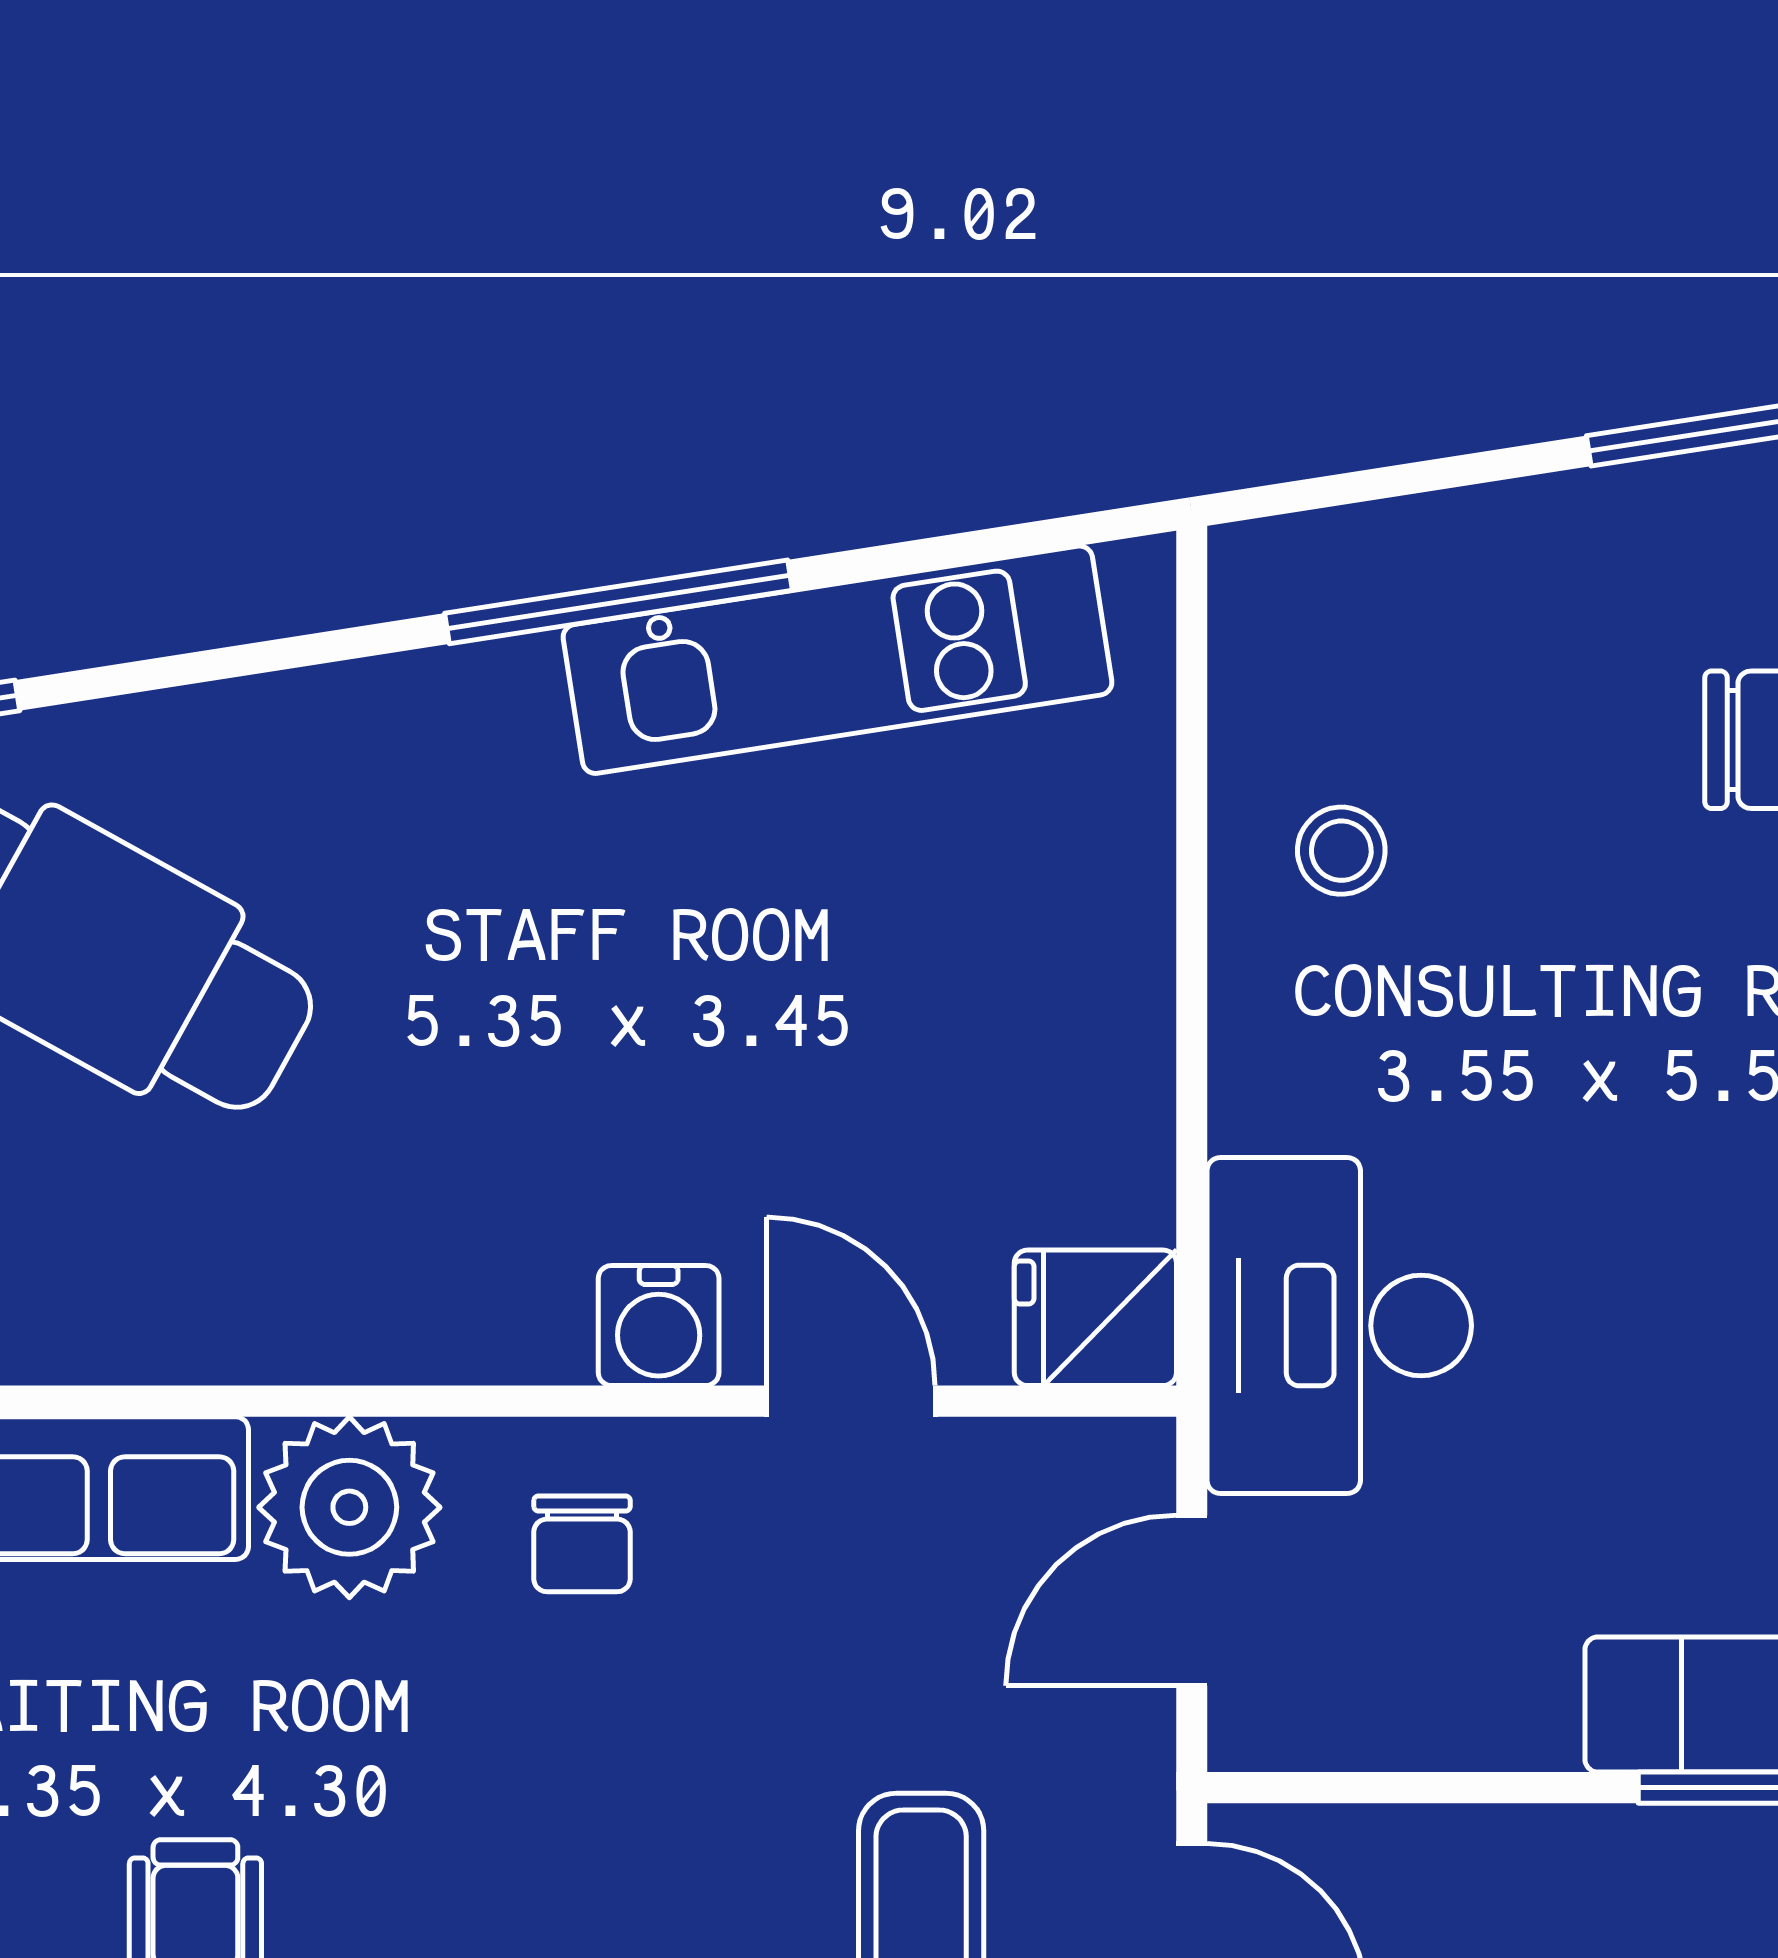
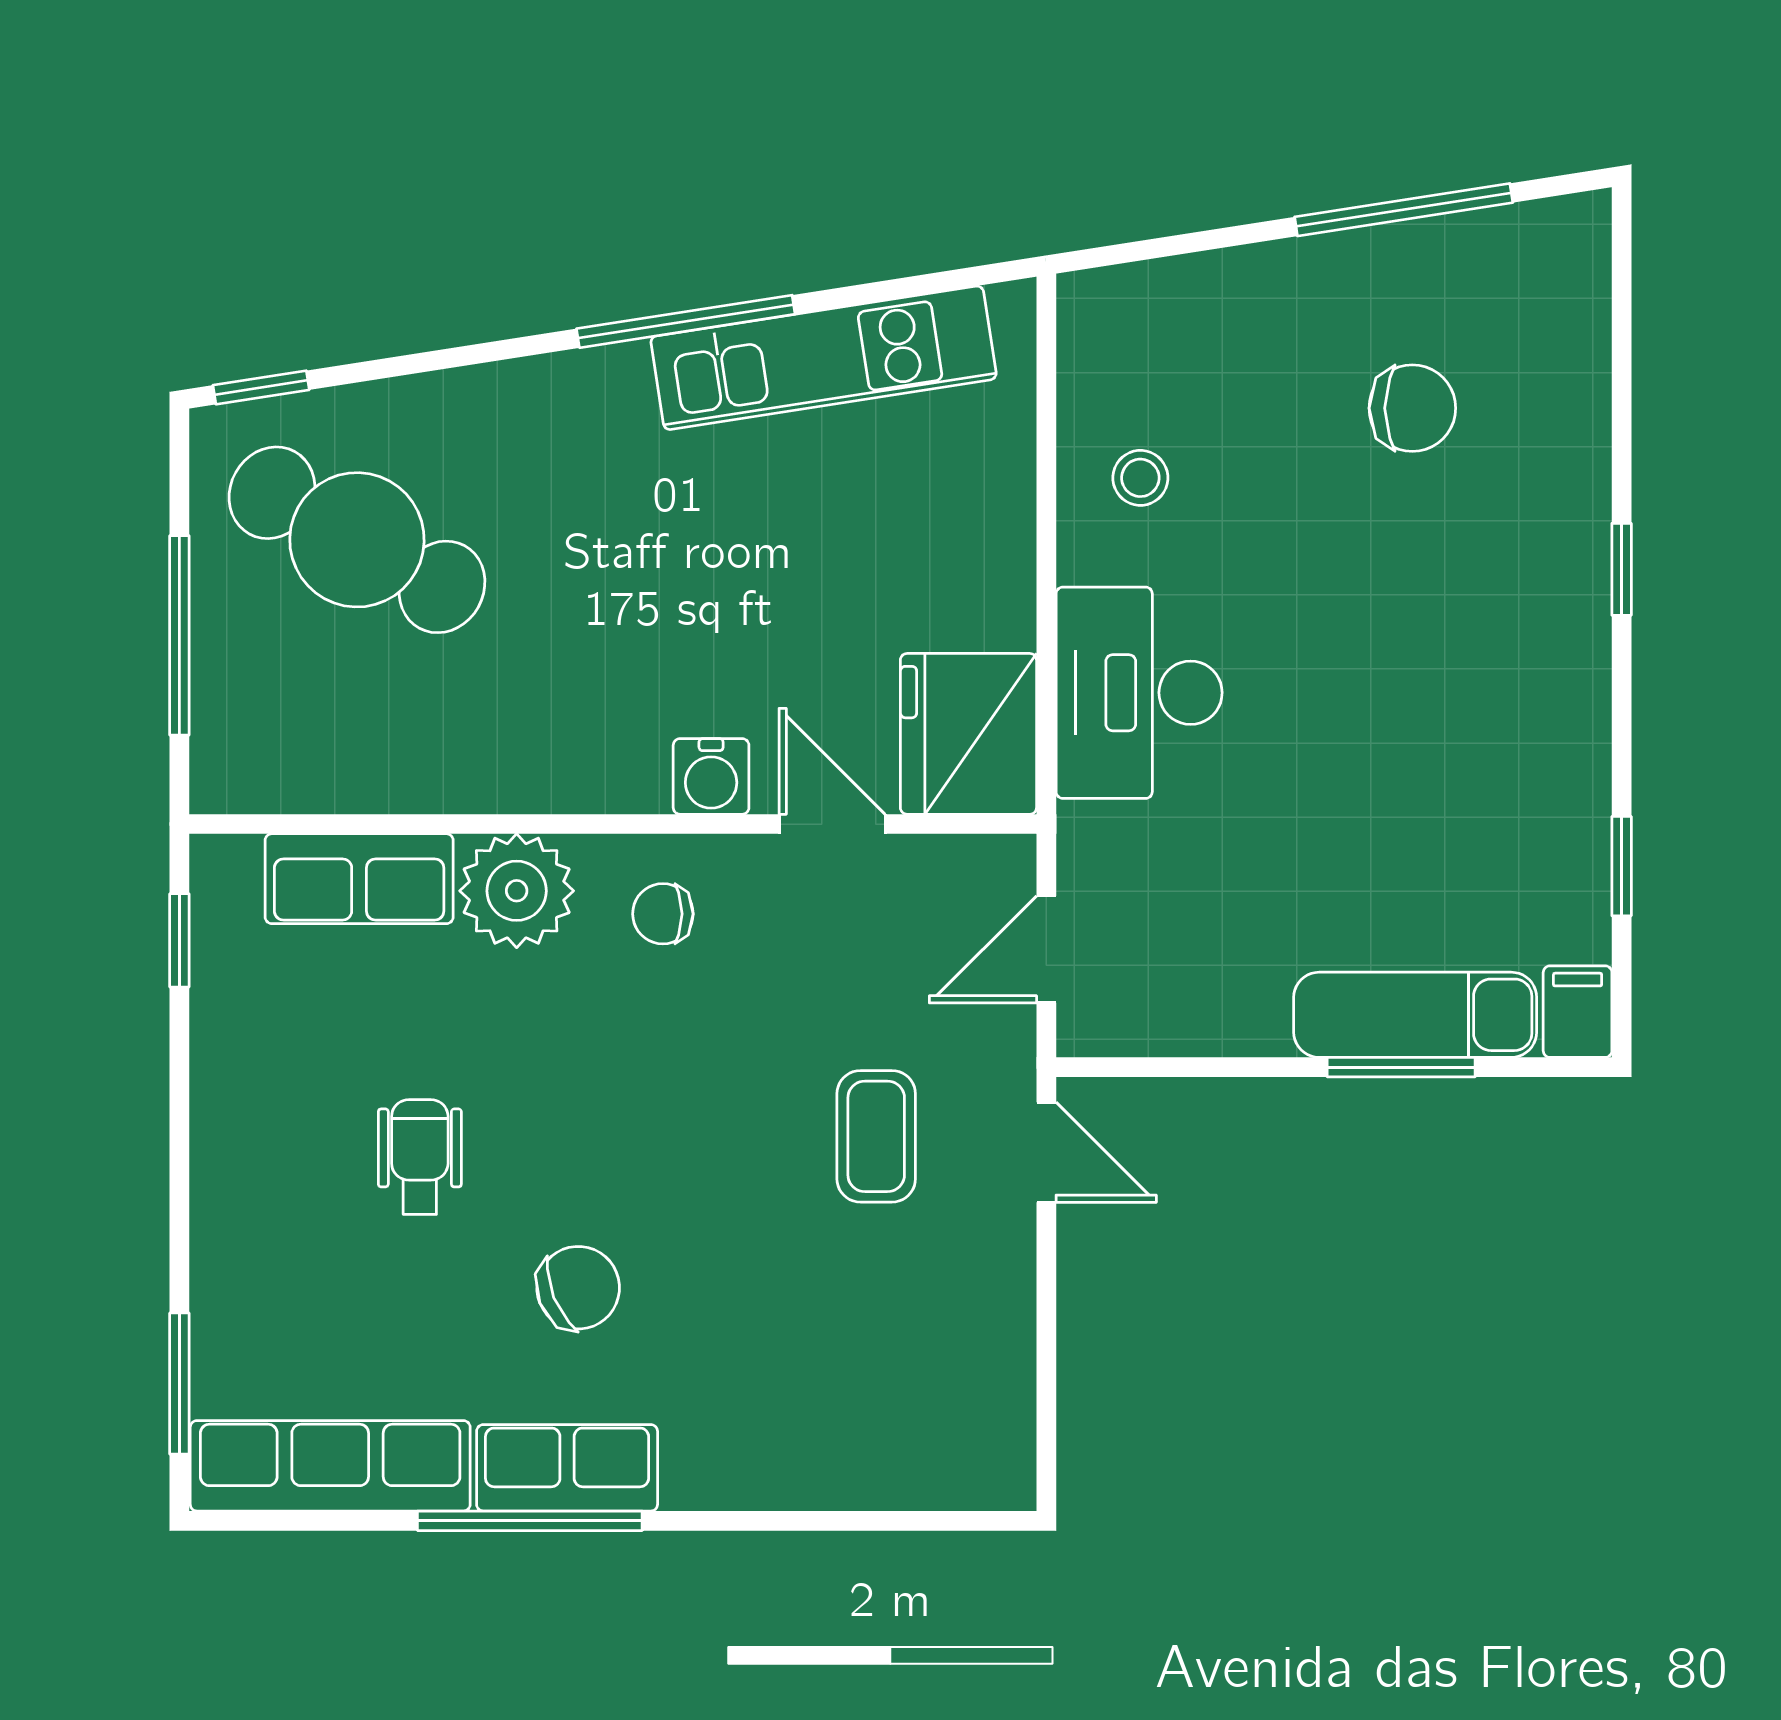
fridge: (1095, 1318) -> (968, 734), width x1.88, depth x1.34
desk: (1339, 1326) -> (1139, 693), moved
chair: (582, 1544) -> (663, 914), turned 90

